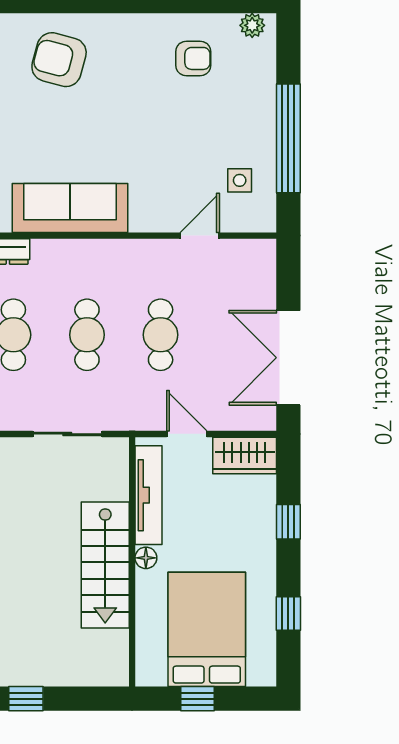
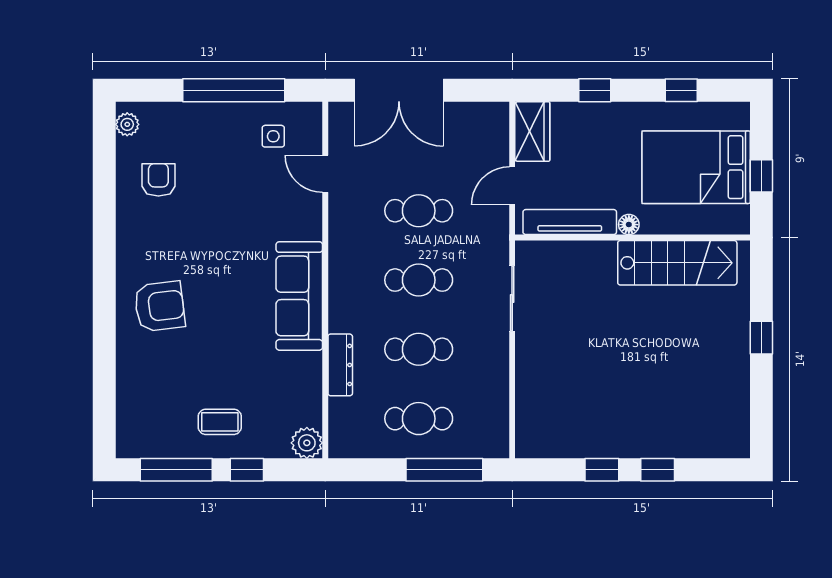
armchair: (59, 60) -> (160, 306), turned -112
double door: (288, 358) -> (399, 90), moved
stairs: (105, 565) -> (677, 263), moved

